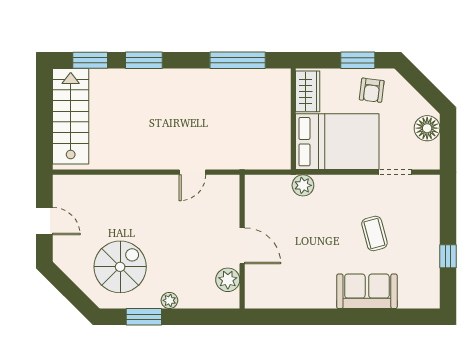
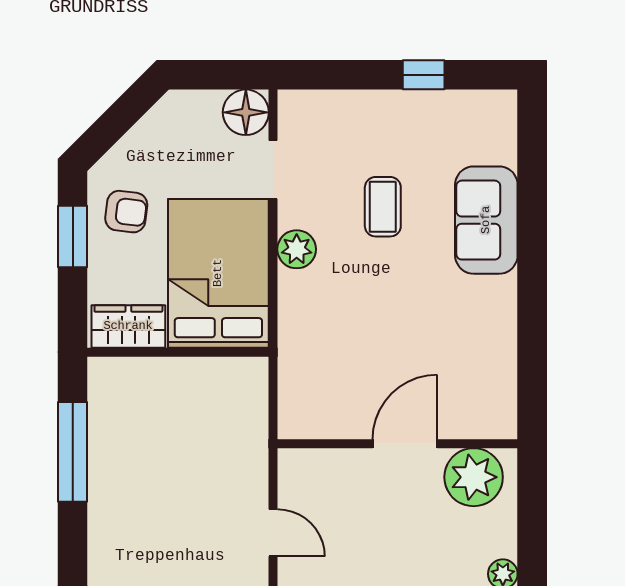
floor lamp: (427, 128) -> (246, 112), moved
plant: (303, 185) -> (297, 249), moved
coffee table: (374, 233) -> (383, 207), turned -75
plant: (228, 280) -> (474, 477), width x1.36, depth x1.36

